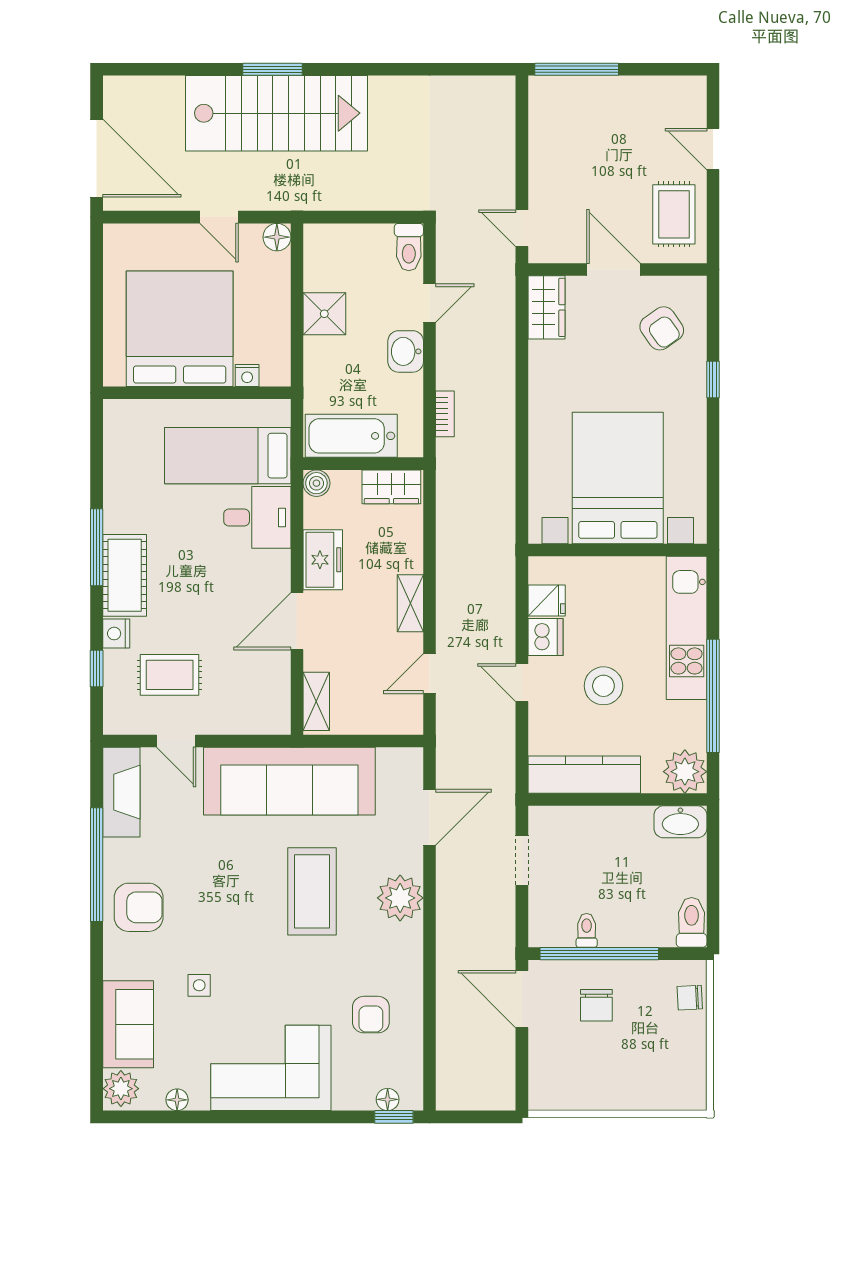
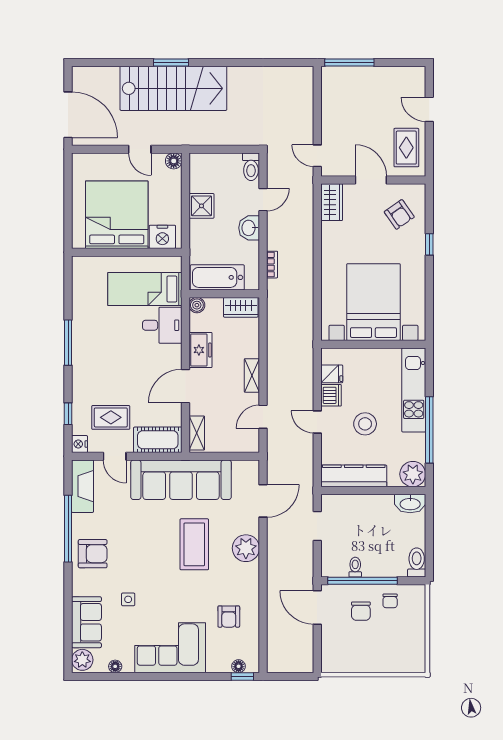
nightstand: (247, 375) -> (162, 237), width x1.89, depth x1.79
cot: (125, 575) -> (158, 440), moved, turned 90
nightstand: (116, 634) -> (80, 444), moved
chair: (690, 998) -> (390, 601), moved, turned -87

